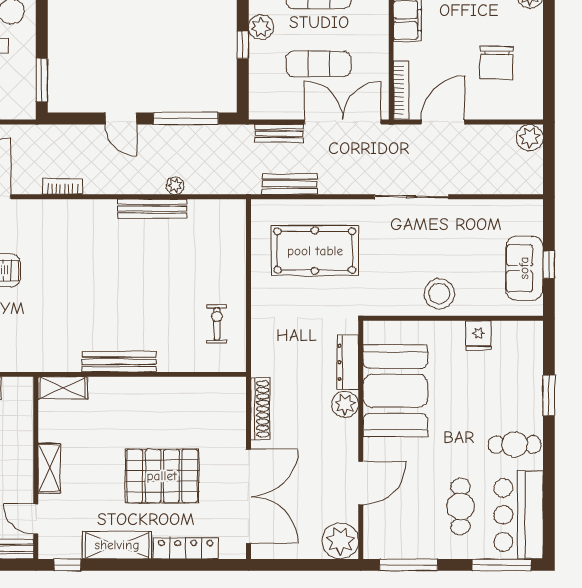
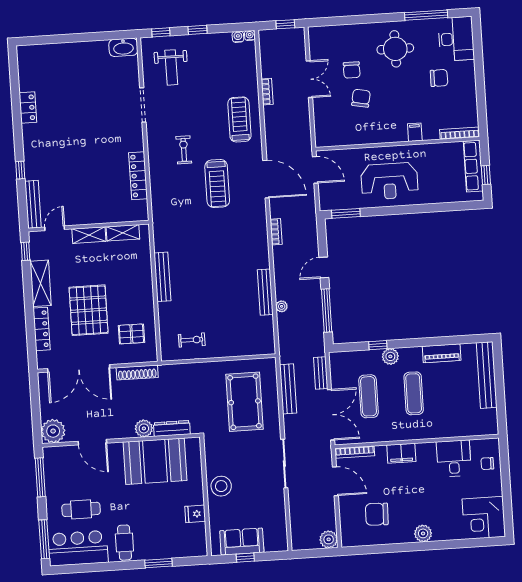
bench: (290, 184) -> (288, 389), width x1.36
shelving: (63, 388) -> (123, 233), moved, turned 90
pallet: (202, 414) -> (131, 334), added

